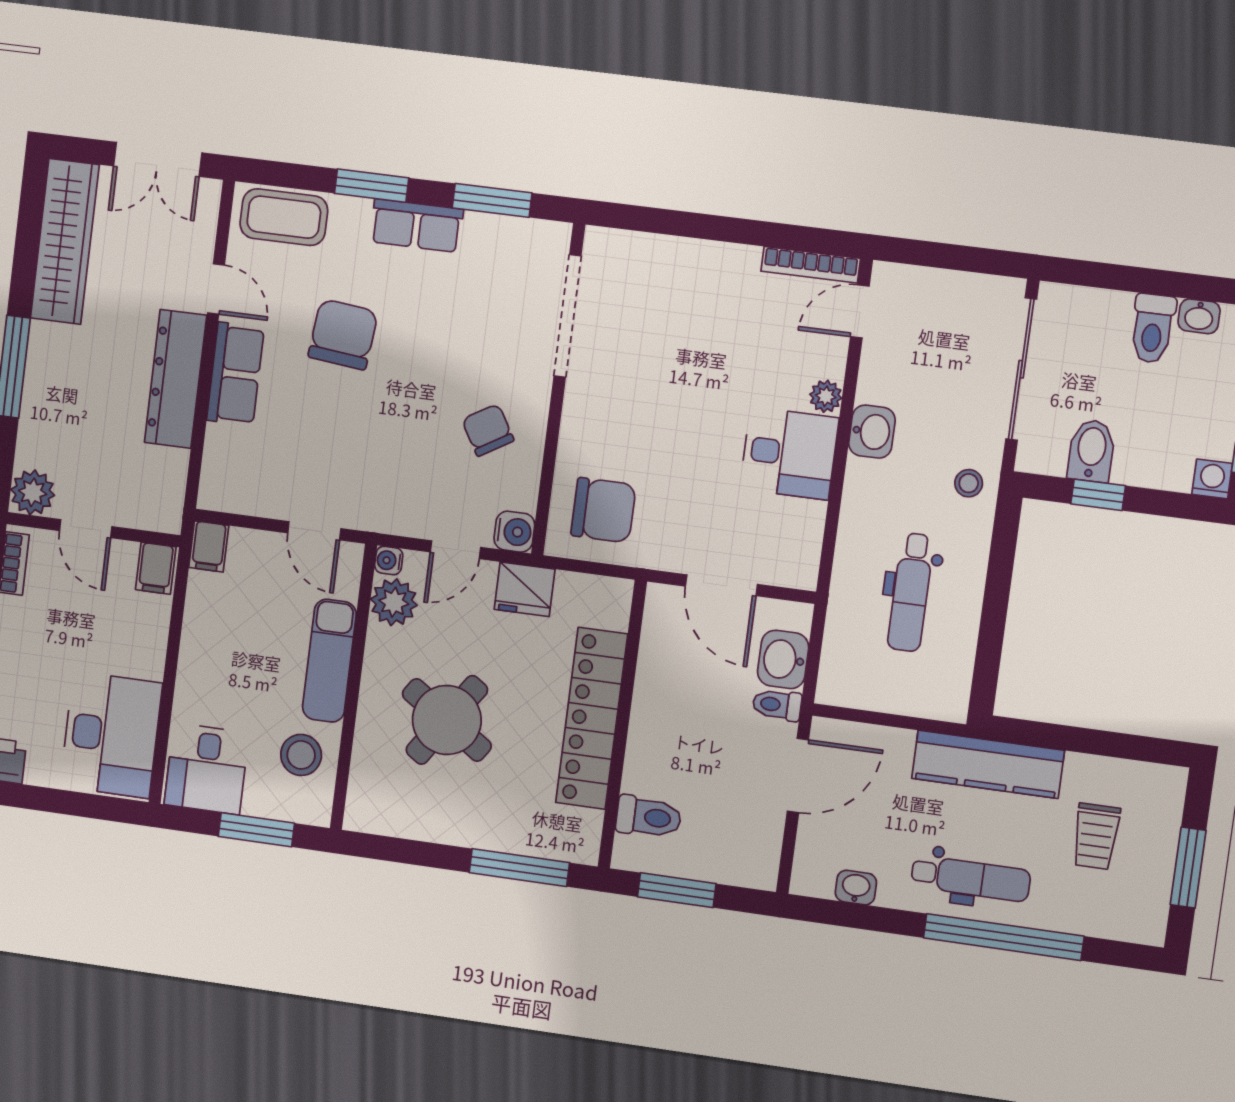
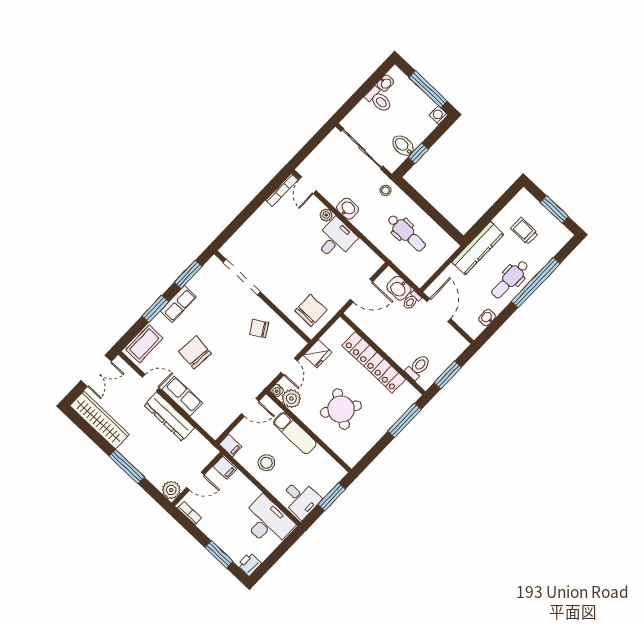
water cooler: (514, 532) -> (297, 344), removed
stool: (301, 755) -> (266, 463), moved
trolley: (1096, 836) -> (524, 231), turned 180
dental chair: (971, 878) -> (510, 279), turned 180

